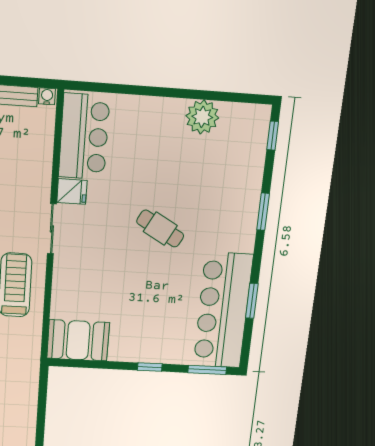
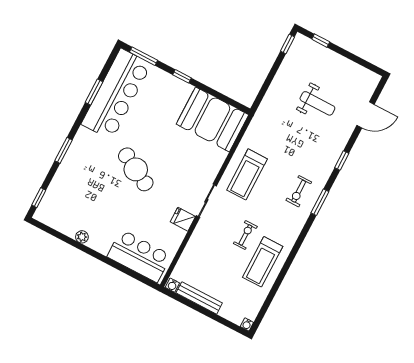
plant: (202, 117) -> (82, 237), width x0.53, depth x0.53
bar counter: (84, 137) -> (139, 256), moved, turned 90
cafe table: (160, 229) -> (136, 169), width x1.37, depth x1.35
booth: (78, 340) -> (212, 119), width x1.36, depth x1.42

